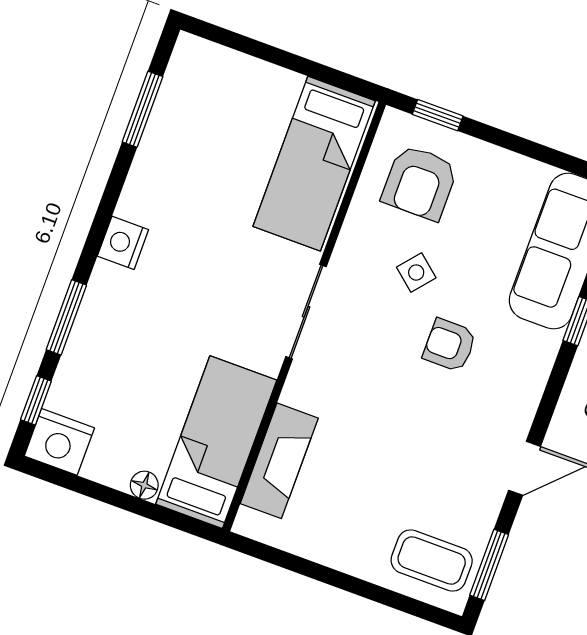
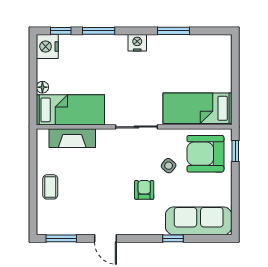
window: (143, 109) -> (173, 31), moved
armchair: (420, 183) -> (205, 154), width x1.36, depth x1.36
coffee table: (432, 560) -> (50, 187), moved, width x0.73, depth x0.77

